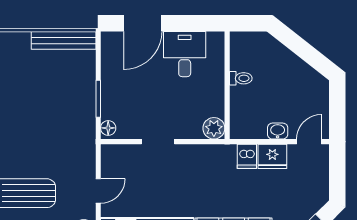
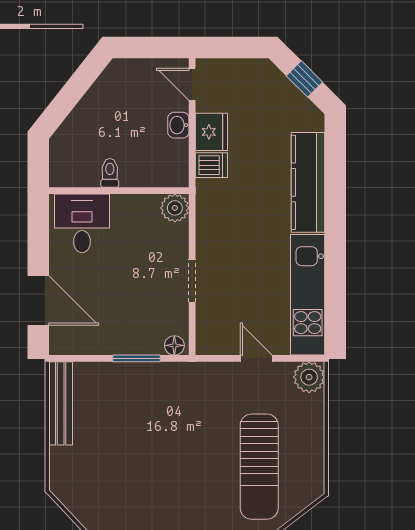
desk: (185, 54) -> (82, 223), moved, turned 90

